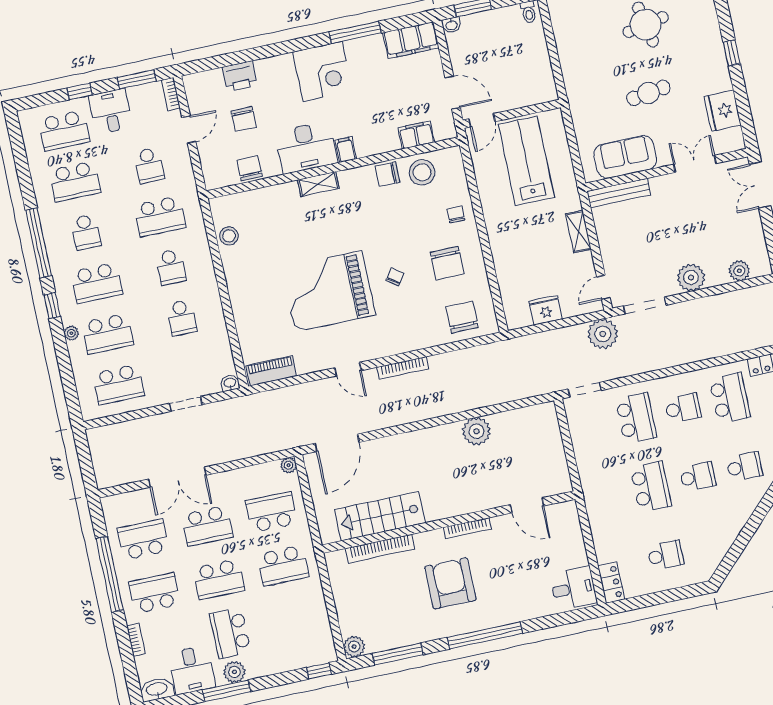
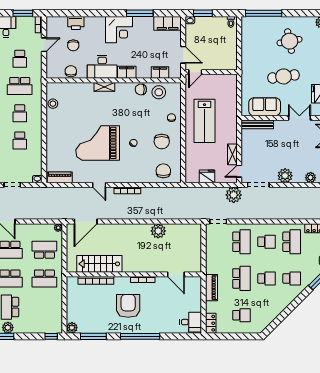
cafe table: (648, 93) -> (284, 76), width x1.37, depth x1.35
filing cabinet: (346, 150) -> (127, 72), width x2.00
lab bench: (526, 161) -> (205, 121), moved, turned 180
shelving: (578, 232) -> (232, 154), moved
piano: (599, 516) -> (211, 288), added

